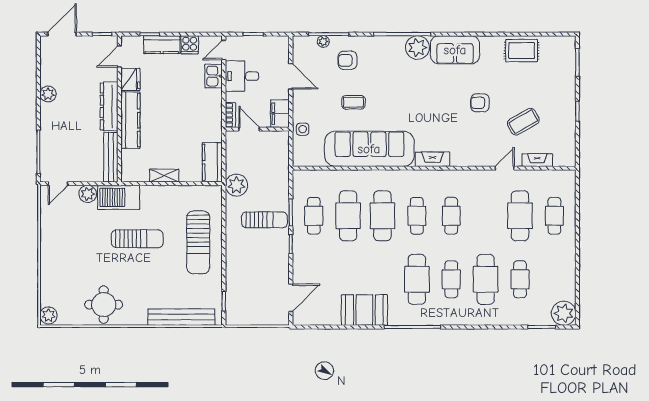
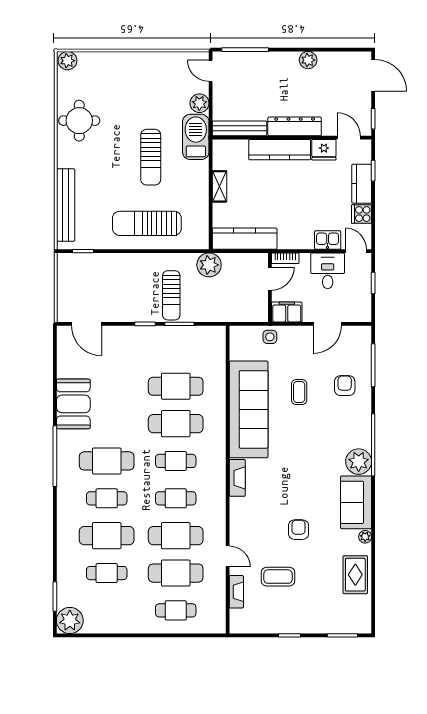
plant: (323, 42) -> (365, 537), moved
coffee table: (523, 122) -> (278, 577), turned -60
kitchen counter: (212, 162) -> (245, 239), width x1.50
cafe table: (314, 216) -> (176, 536), moved, width x1.37, depth x1.35

